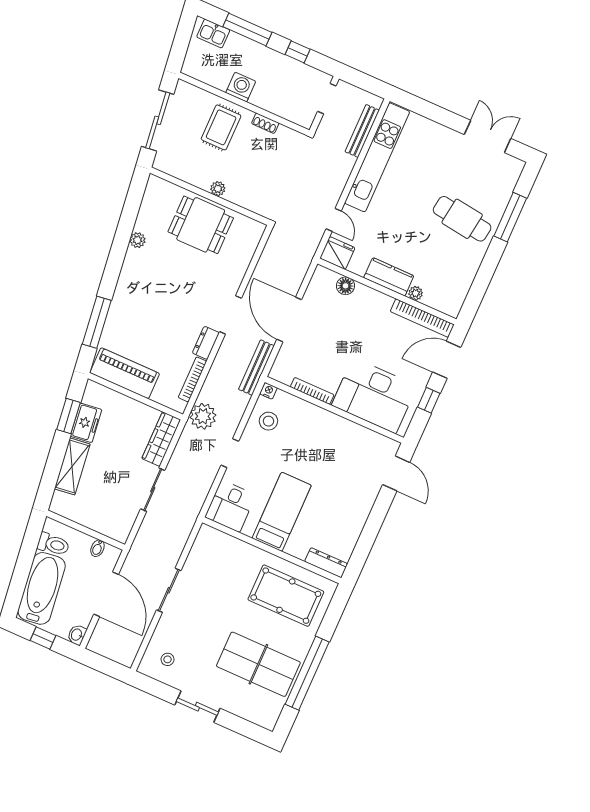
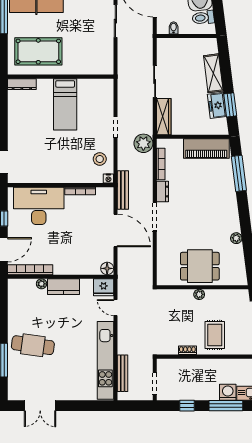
washing machine: (241, 87) -> (228, 392), moved, turned 180
floor lamp: (345, 286) -> (107, 268), moved
desk: (230, 506) -> (100, 93), removed

